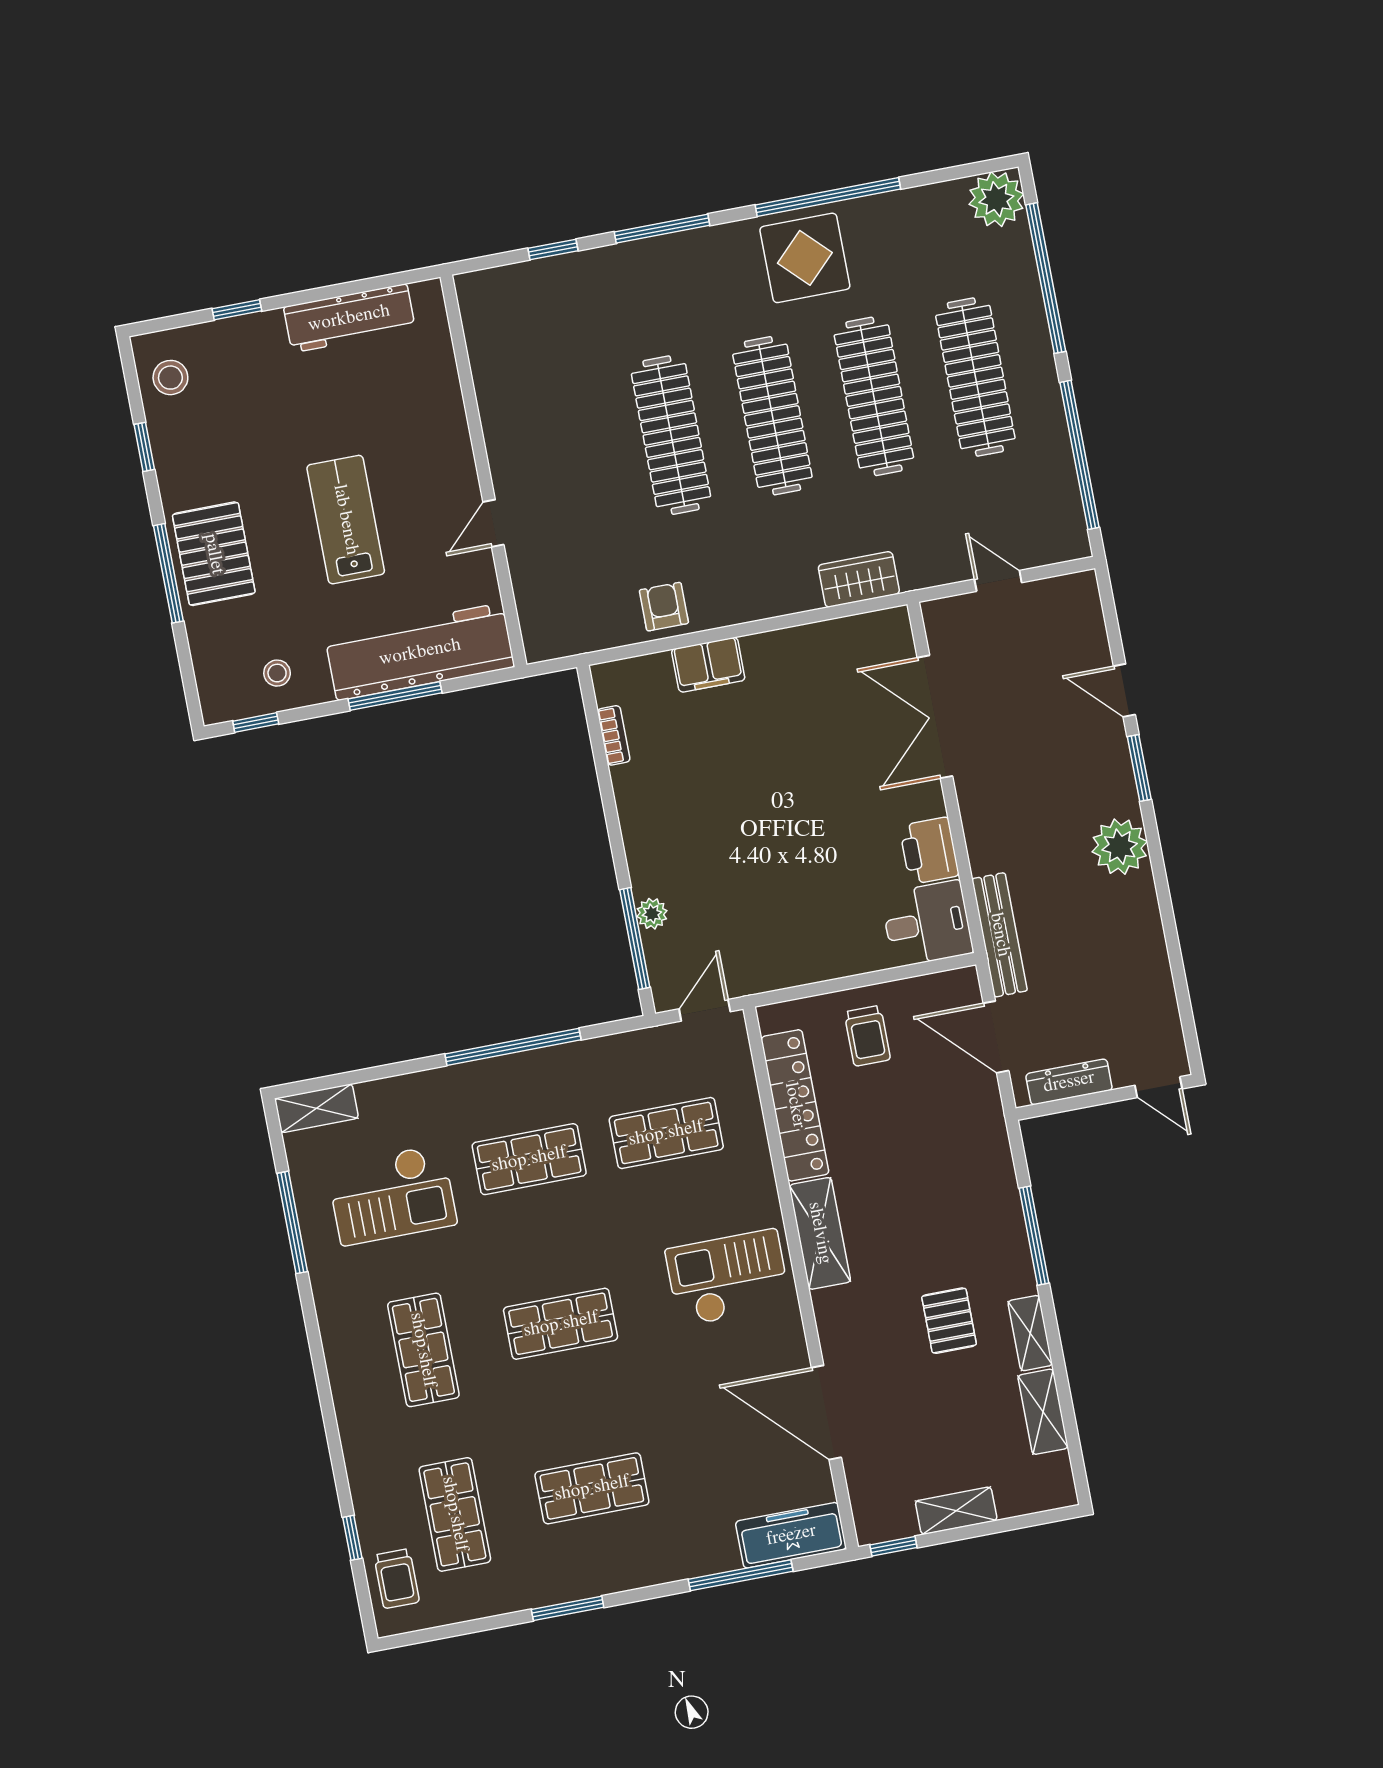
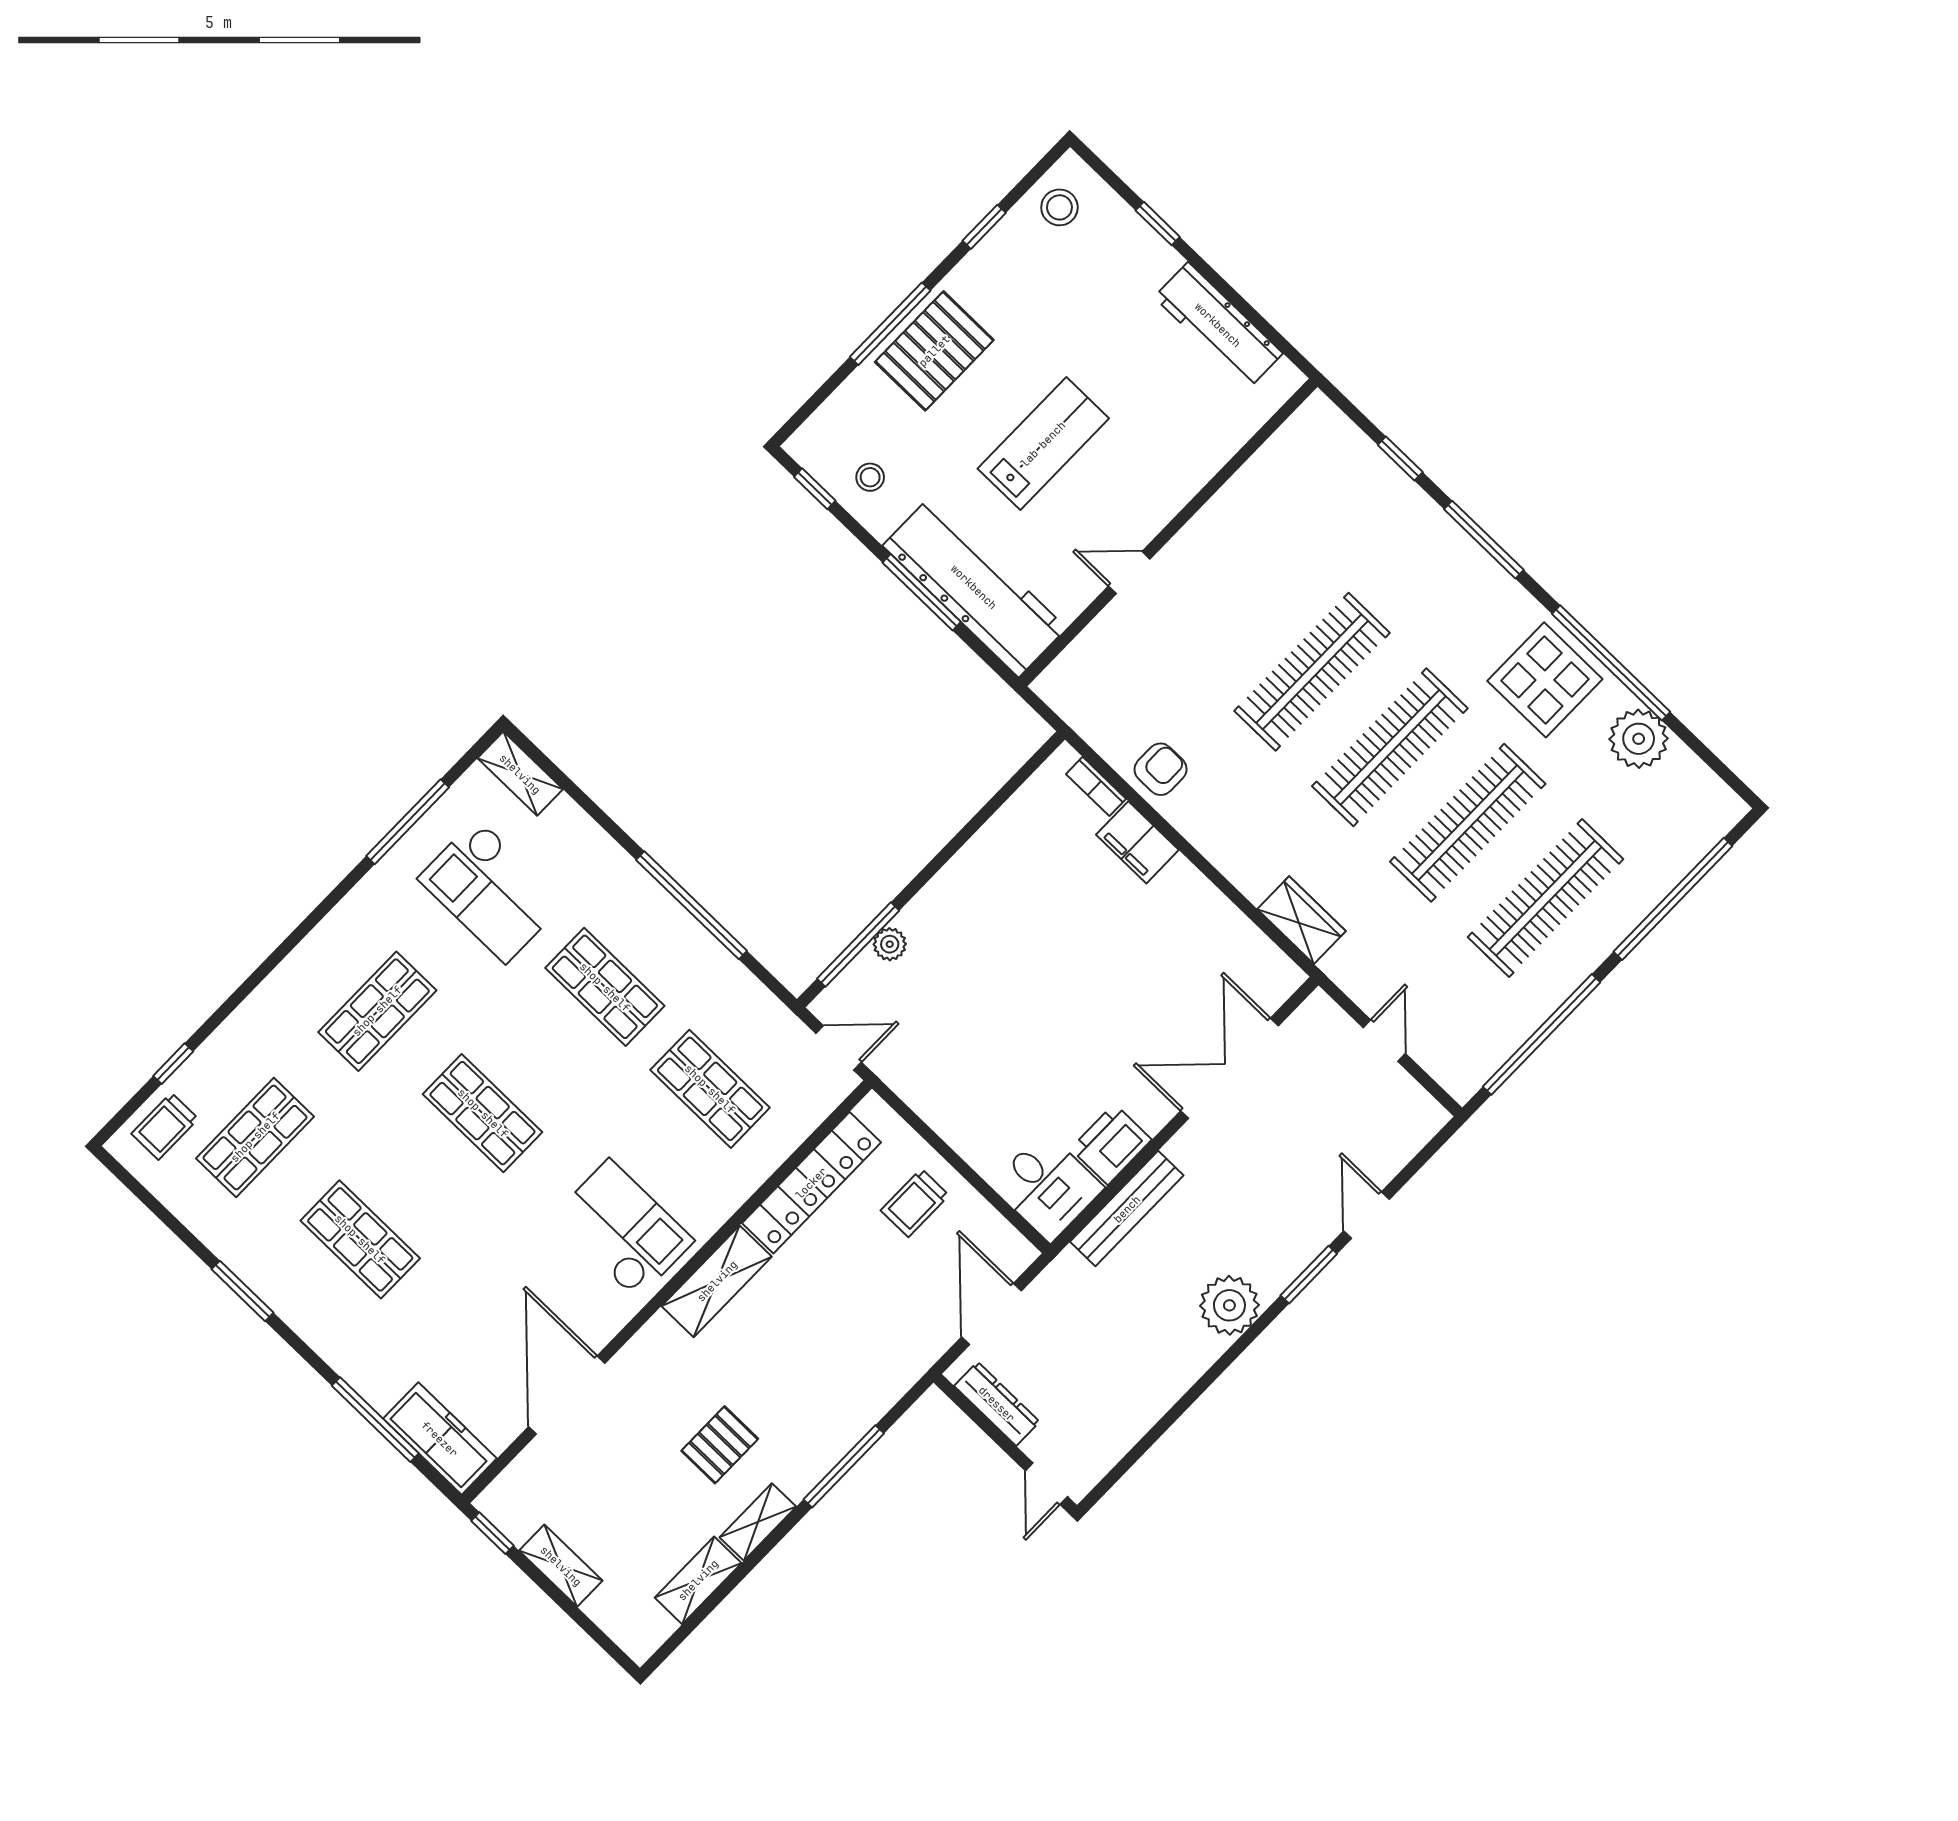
plant: (996, 199) -> (1639, 739), moved
bookcase: (614, 735) -> (1096, 786), moved, turned 90
bench: (1000, 935) -> (1127, 1209), moved

